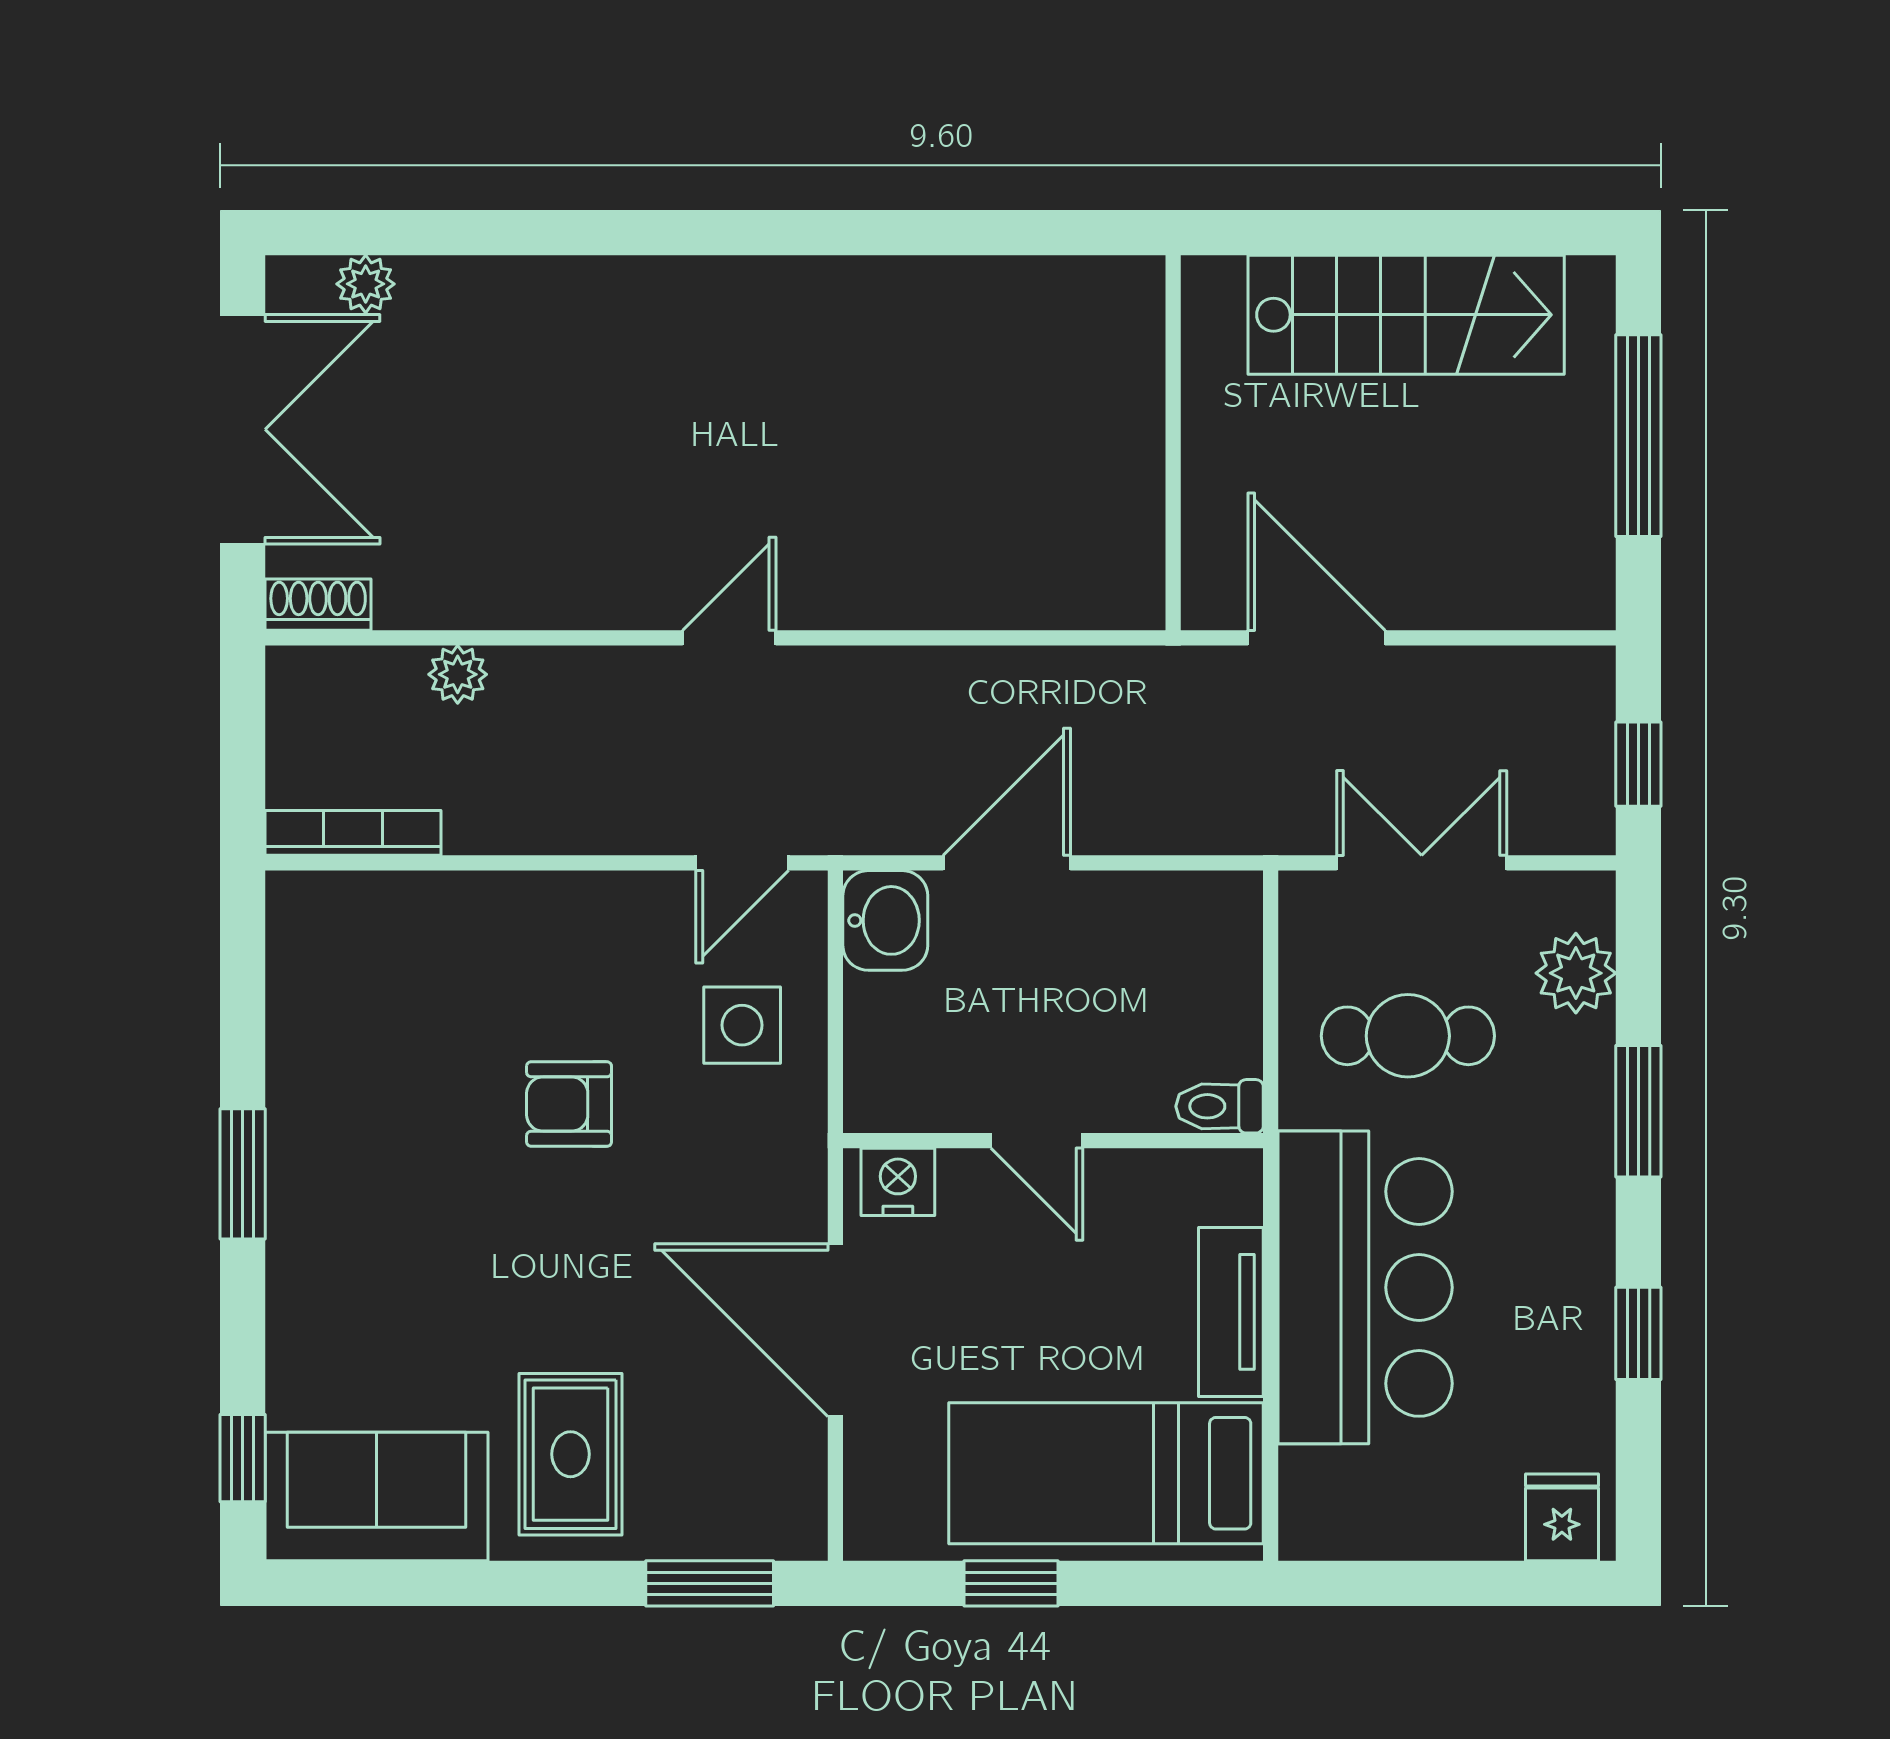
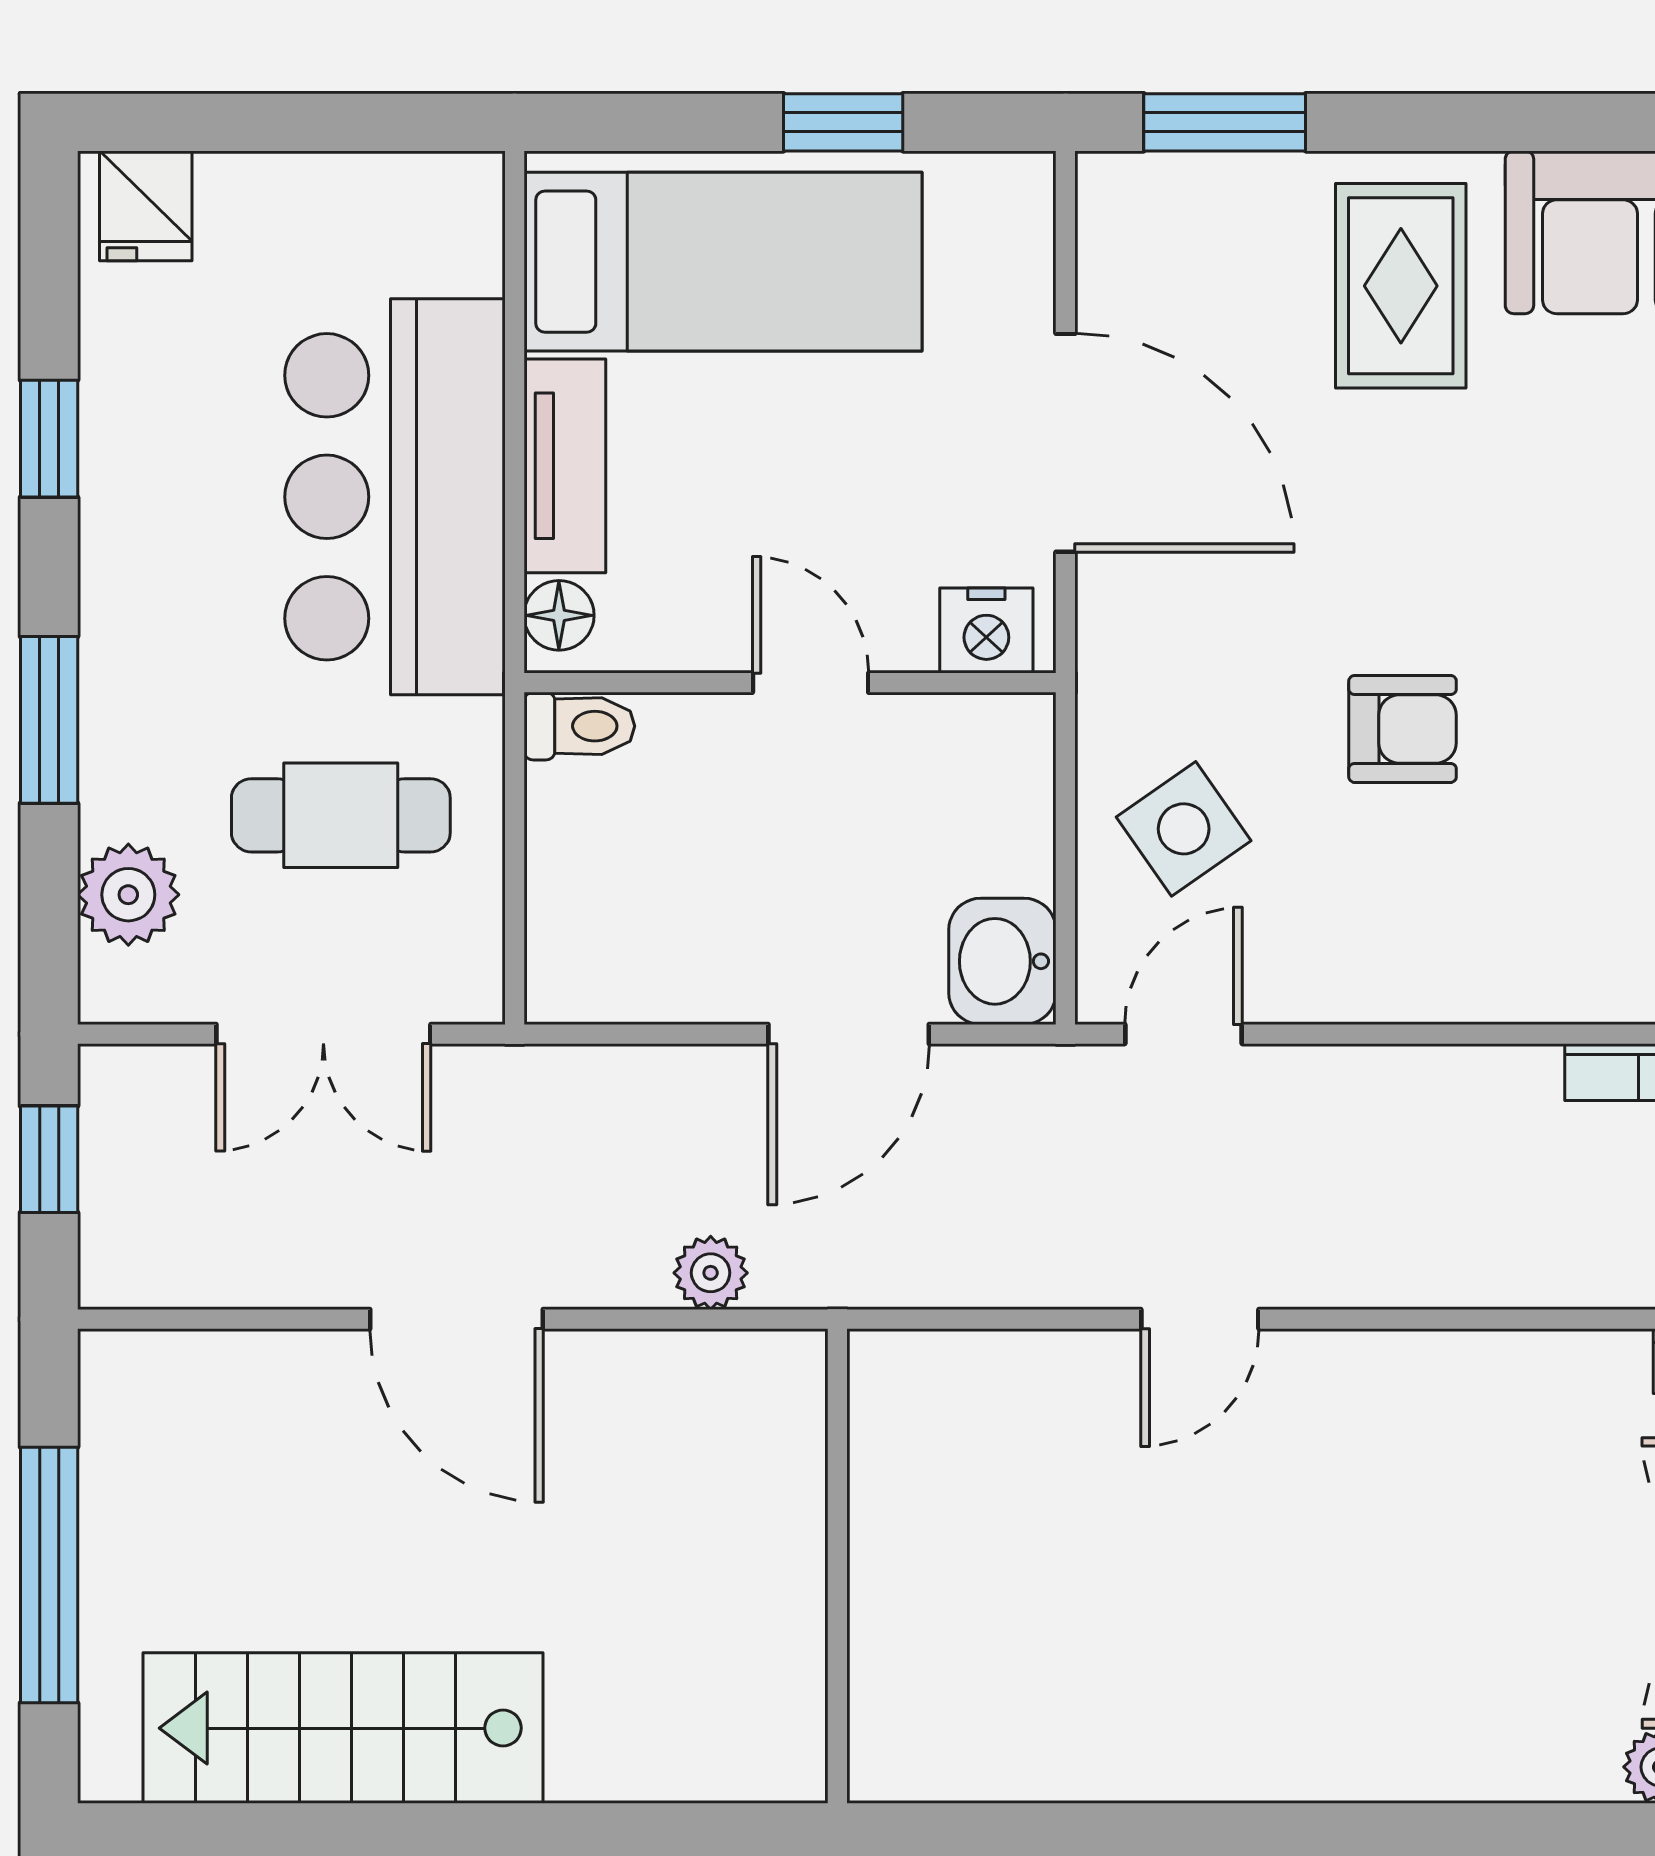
wall: (1173, 443) -> (837, 1566), moved
plant: (458, 674) -> (711, 1273), moved
side table: (742, 1025) -> (1184, 829), turned -35
floor lamp: (1236, 1194) -> (559, 615), added

